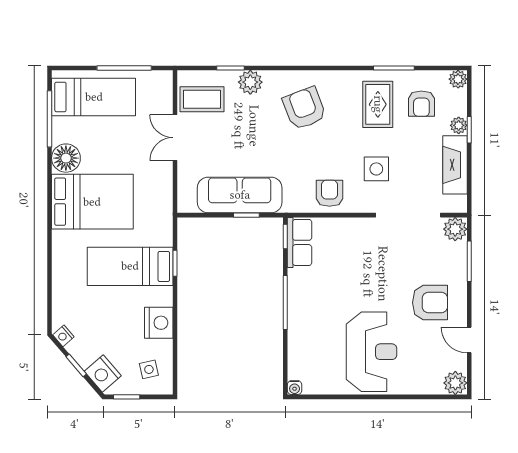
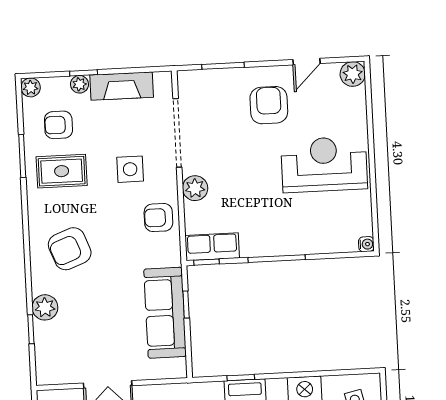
coffee table: (202, 99) -> (66, 358), removed
armchair: (421, 104) -> (58, 125), turned 180
plant: (455, 229) -> (195, 188), moved

